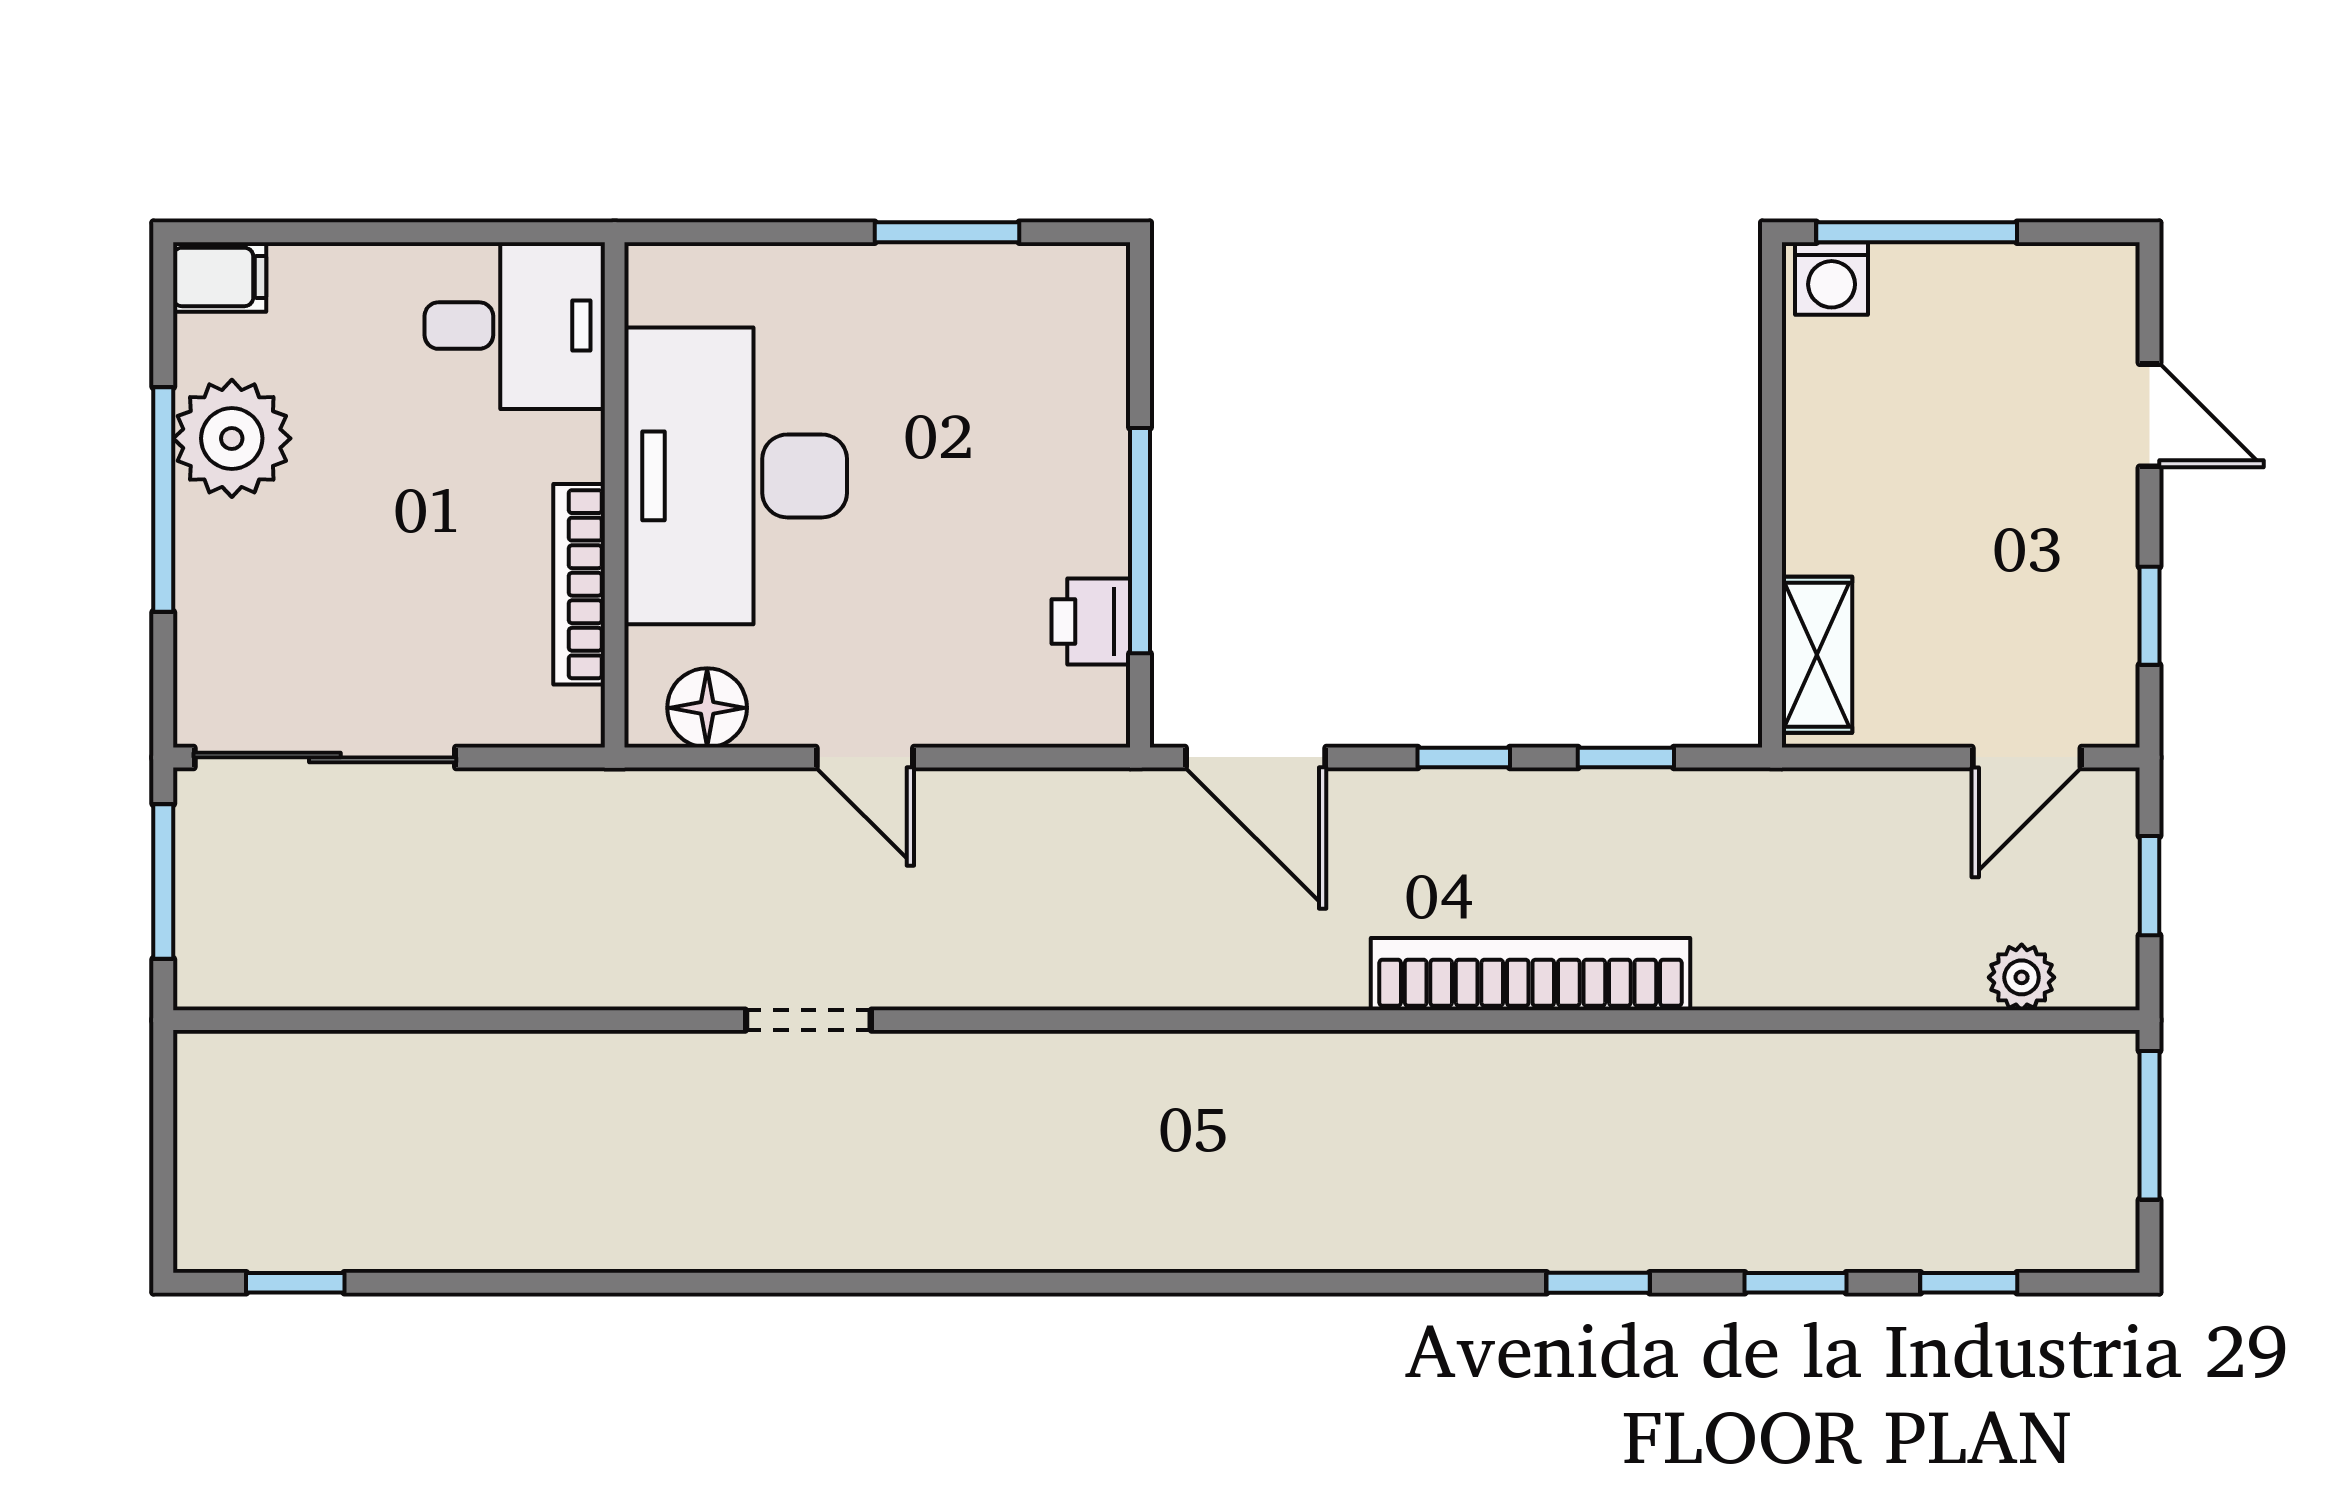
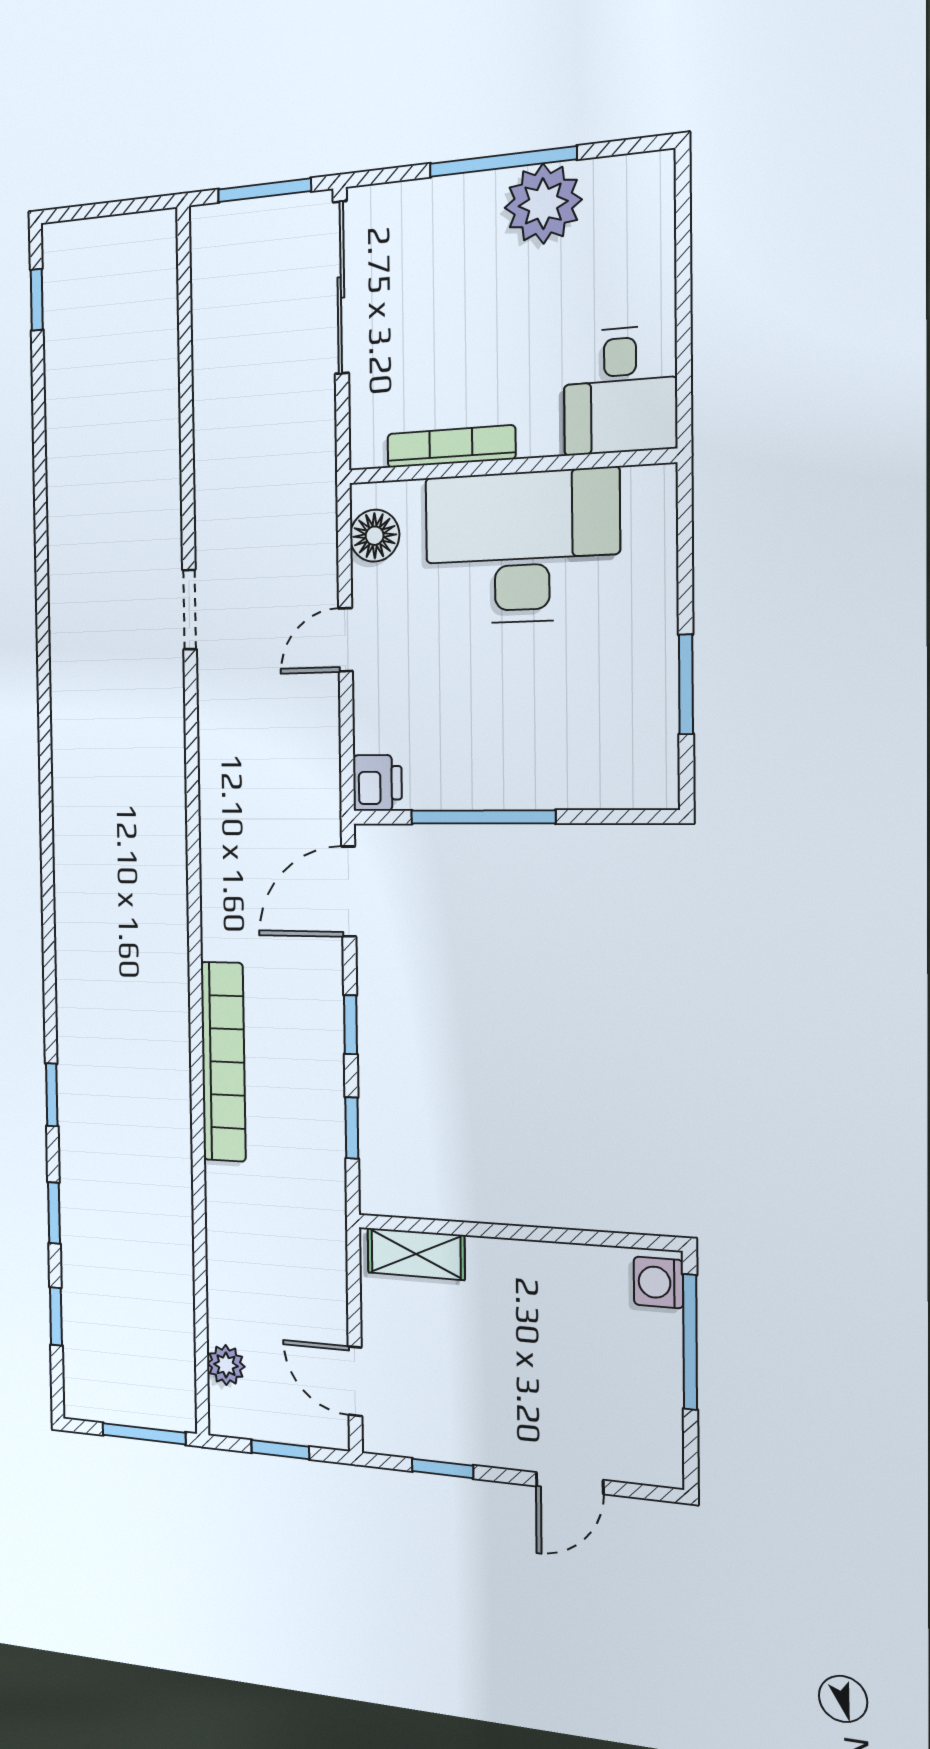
filing cabinet: (220, 277) -> (652, 183), removed
printer: (1091, 622) -> (377, 783), moved, turned 90

